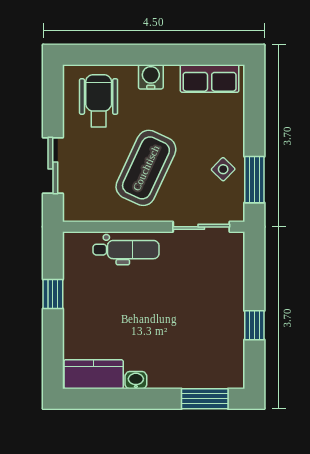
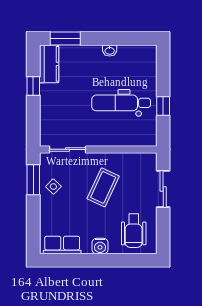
coffee table: (146, 168) -> (103, 187), width x0.73, depth x0.76
dental chair: (126, 250) -> (121, 103), moved, width x1.36, depth x1.38
kitchen counter: (94, 374) -> (49, 64), moved, turned -90

